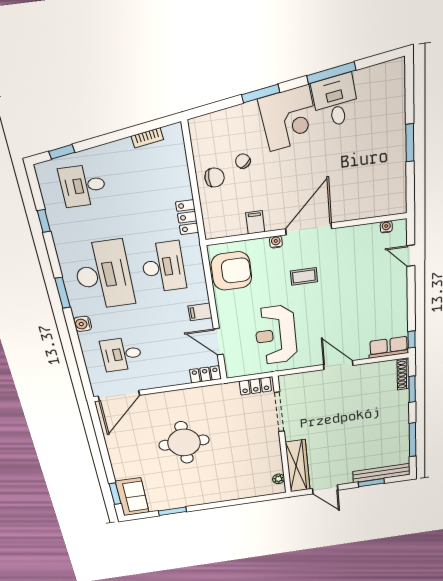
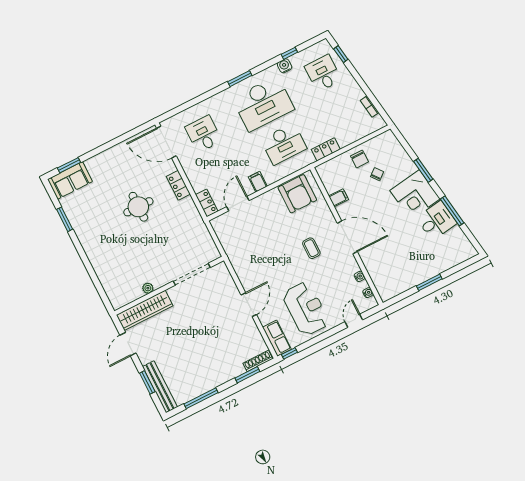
water cooler: (276, 242) -> (360, 276), moved
water cooler: (83, 324) -> (285, 66), moved
reception desk: (276, 335) -> (306, 309), moved, turned 90
locker: (255, 386) -> (178, 185), moved
round table: (184, 443) -> (138, 207), width x0.73, depth x0.73
plant: (279, 479) -> (148, 288), moved

